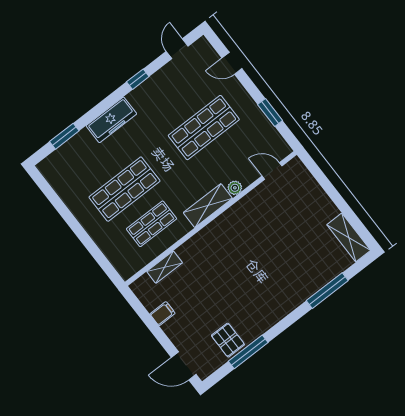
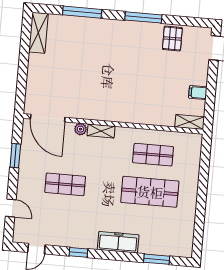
shop shelf: (204, 128) -> (65, 184), width x0.70, depth x0.74
door: (272, 171) -> (48, 118), width x1.88
shelving: (208, 206) -> (101, 131), width x0.67, depth x0.75
shelving: (165, 267) -> (190, 122), moved
window: (248, 352) -> (143, 17), moved

